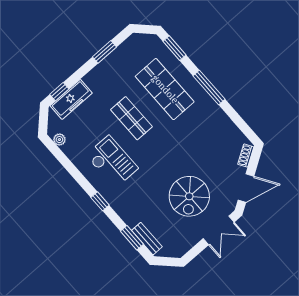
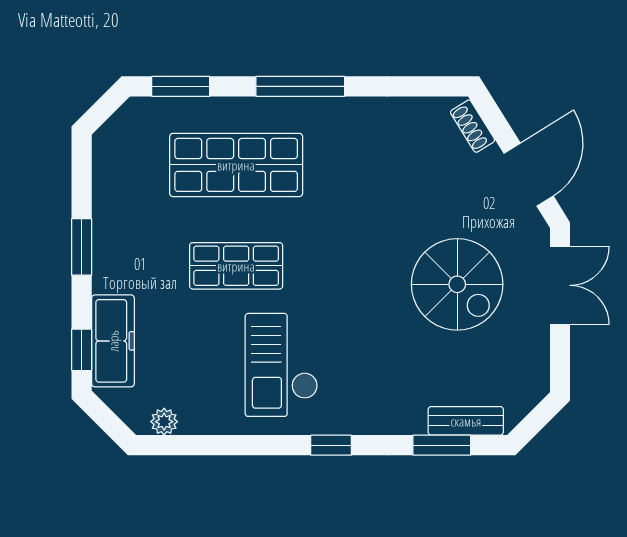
window: (104, 52) -> (82, 247), moved
checkout: (112, 162) -> (281, 365), turned -90

